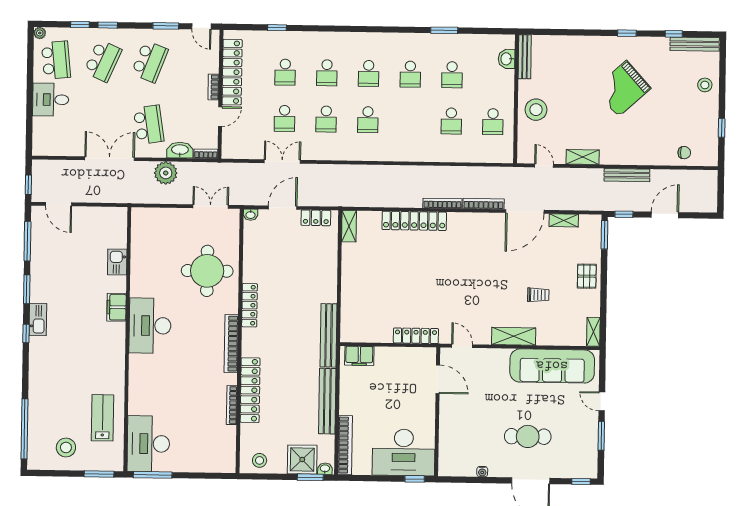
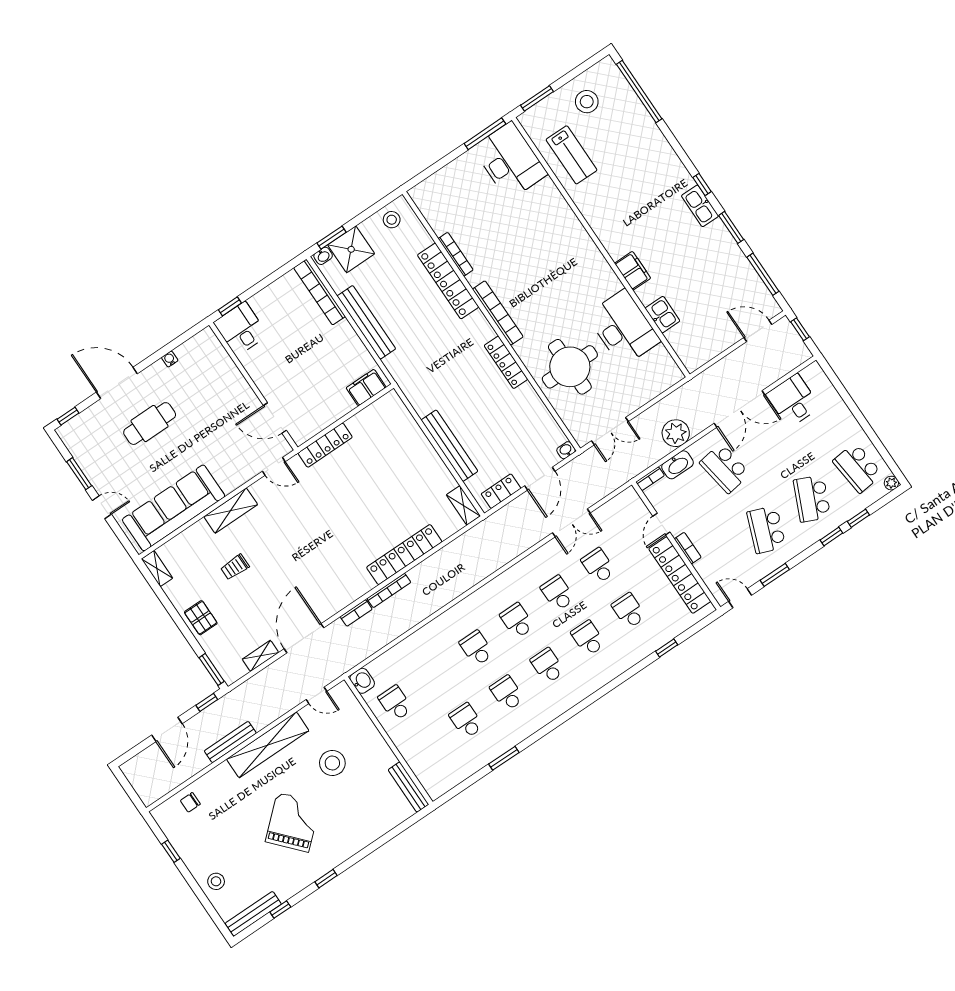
washbasin: (507, 59) -> (362, 681), moved
desk: (51, 100) -> (793, 401), moved, turned -90
stool: (536, 110) -> (332, 763), moved
school desk: (451, 121) -> (476, 648), moved
shelving: (583, 157) -> (268, 745), width x2.20, depth x1.33
bookcase: (484, 204) -> (356, 613), width x0.64
desk: (150, 326) -> (623, 328), moved
bench: (329, 335) -> (449, 446), moved
desk: (404, 452) -> (241, 329), width x0.53, depth x0.77

